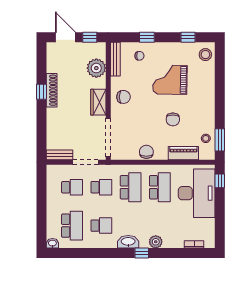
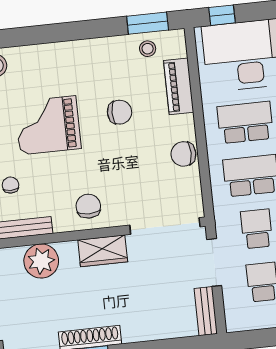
grand piano: (170, 80) -> (48, 125), turned 89

